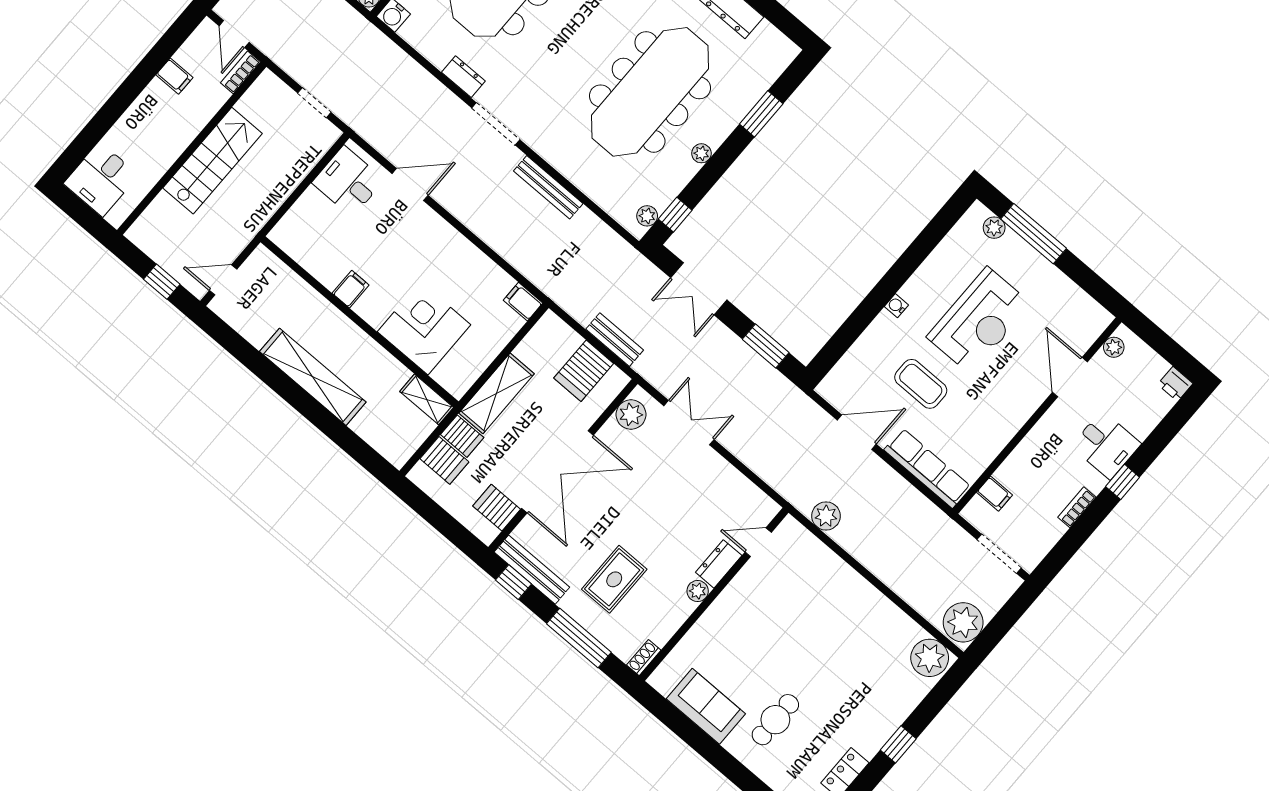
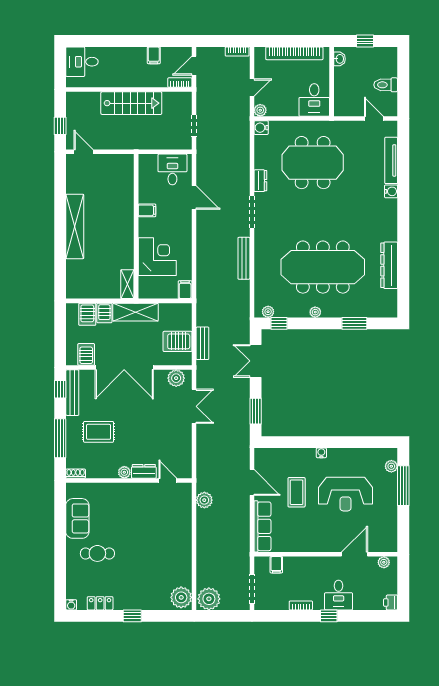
filing cabinet: (351, 289) -> (147, 210), moved
wall: (360, 322) -> (136, 226), moved
corner desk: (424, 328) -> (157, 257), moved
shelving: (427, 399) -> (127, 284), moved

